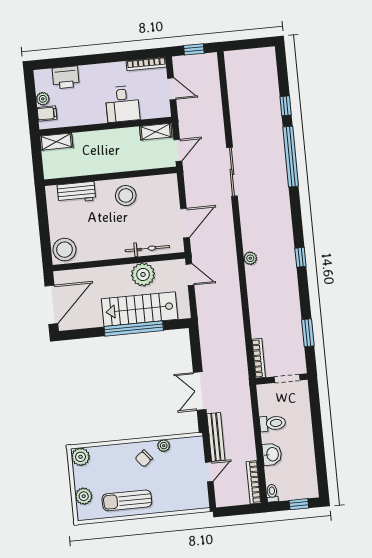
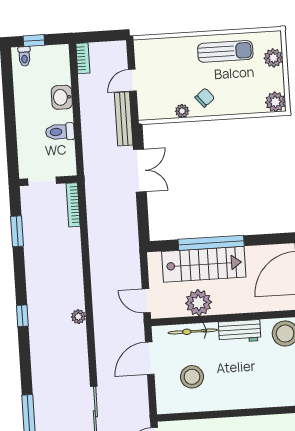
workbench: (76, 192) -> (240, 331), moved, turned 180
stool: (126, 195) -> (192, 377), moved
bookcase: (254, 482) -> (83, 58), width x0.64
toilet: (272, 493) -> (24, 56), moved

